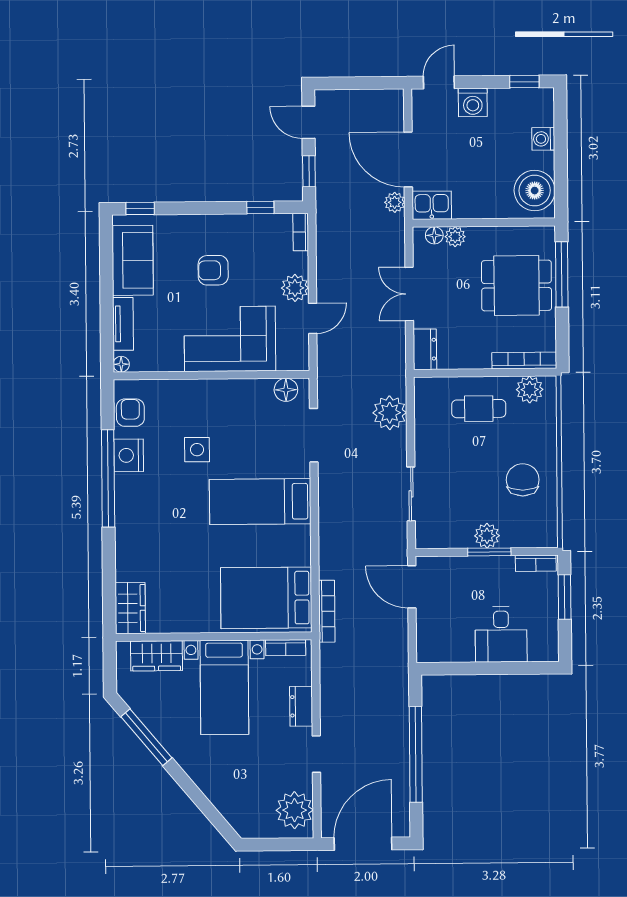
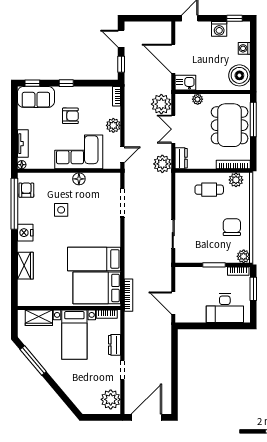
washing machine: (473, 102) -> (219, 29), moved
plant: (395, 202) -> (161, 104), moved, width x1.88, depth x1.88
window: (260, 208) -> (66, 83), moved
floor lamp: (434, 235) -> (187, 98), removed
sofa: (133, 260) -> (36, 97), moved, turned 90
armchair: (213, 270) -> (70, 116), turned 180
dining table: (517, 285) -> (230, 125), width x1.38
door: (313, 318) -> (122, 155), moved
floor lamp: (286, 390) -> (79, 179), moved
plant: (390, 413) -> (162, 164), moved
nightstand: (129, 455) -> (25, 233), moved
window: (108, 478) -> (14, 204), moved
bed: (260, 502) -> (94, 259), moved
plant: (487, 536) -> (244, 256), moved
door: (412, 587) -> (173, 303), moved
wardrobe: (130, 608) -> (25, 266), moved
desk: (501, 634) -> (225, 308), width x1.37
window: (416, 754) -> (174, 371), removed

